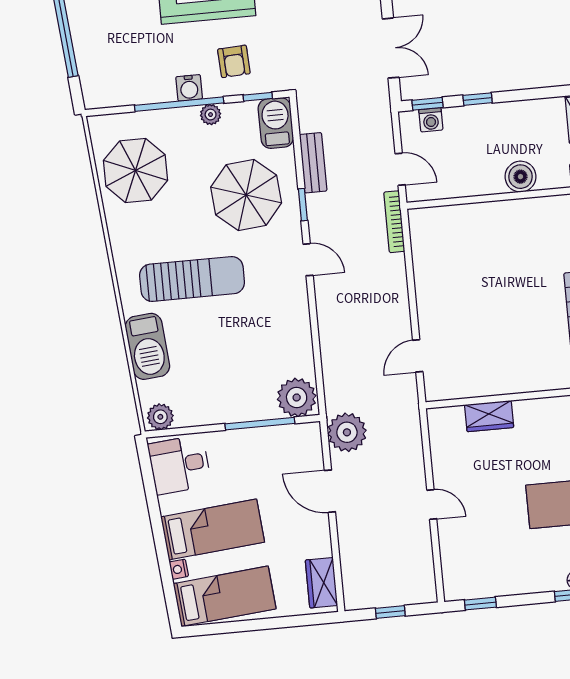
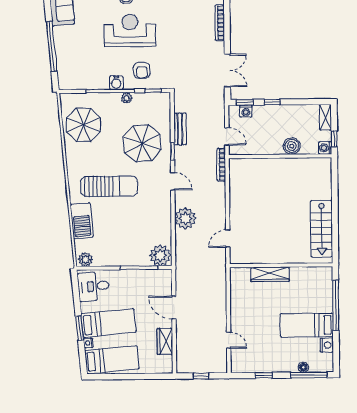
barbecue: (276, 123) -> (162, 106), removed
wardrobe: (489, 416) -> (270, 274), width x1.50
plant: (347, 432) -> (185, 218), moved
door: (432, 505) -> (229, 340), moved
window: (160, 543) -> (80, 328), added
wardrobe: (321, 583) -> (165, 341), moved
window: (480, 604) -> (264, 375), moved

